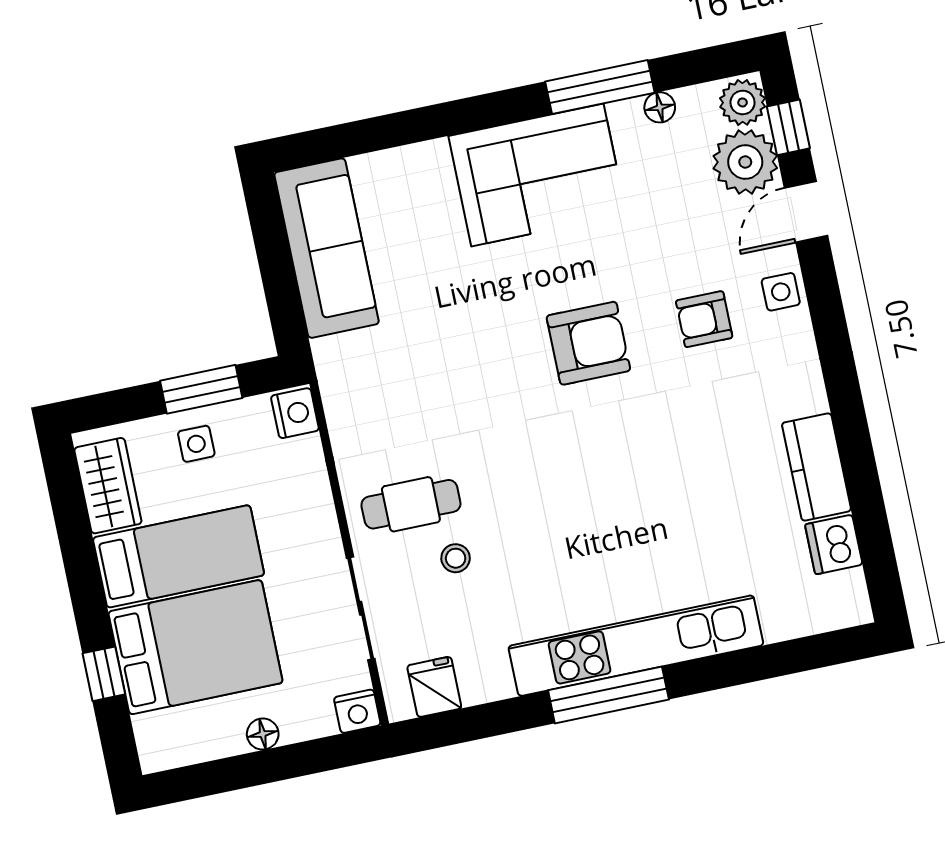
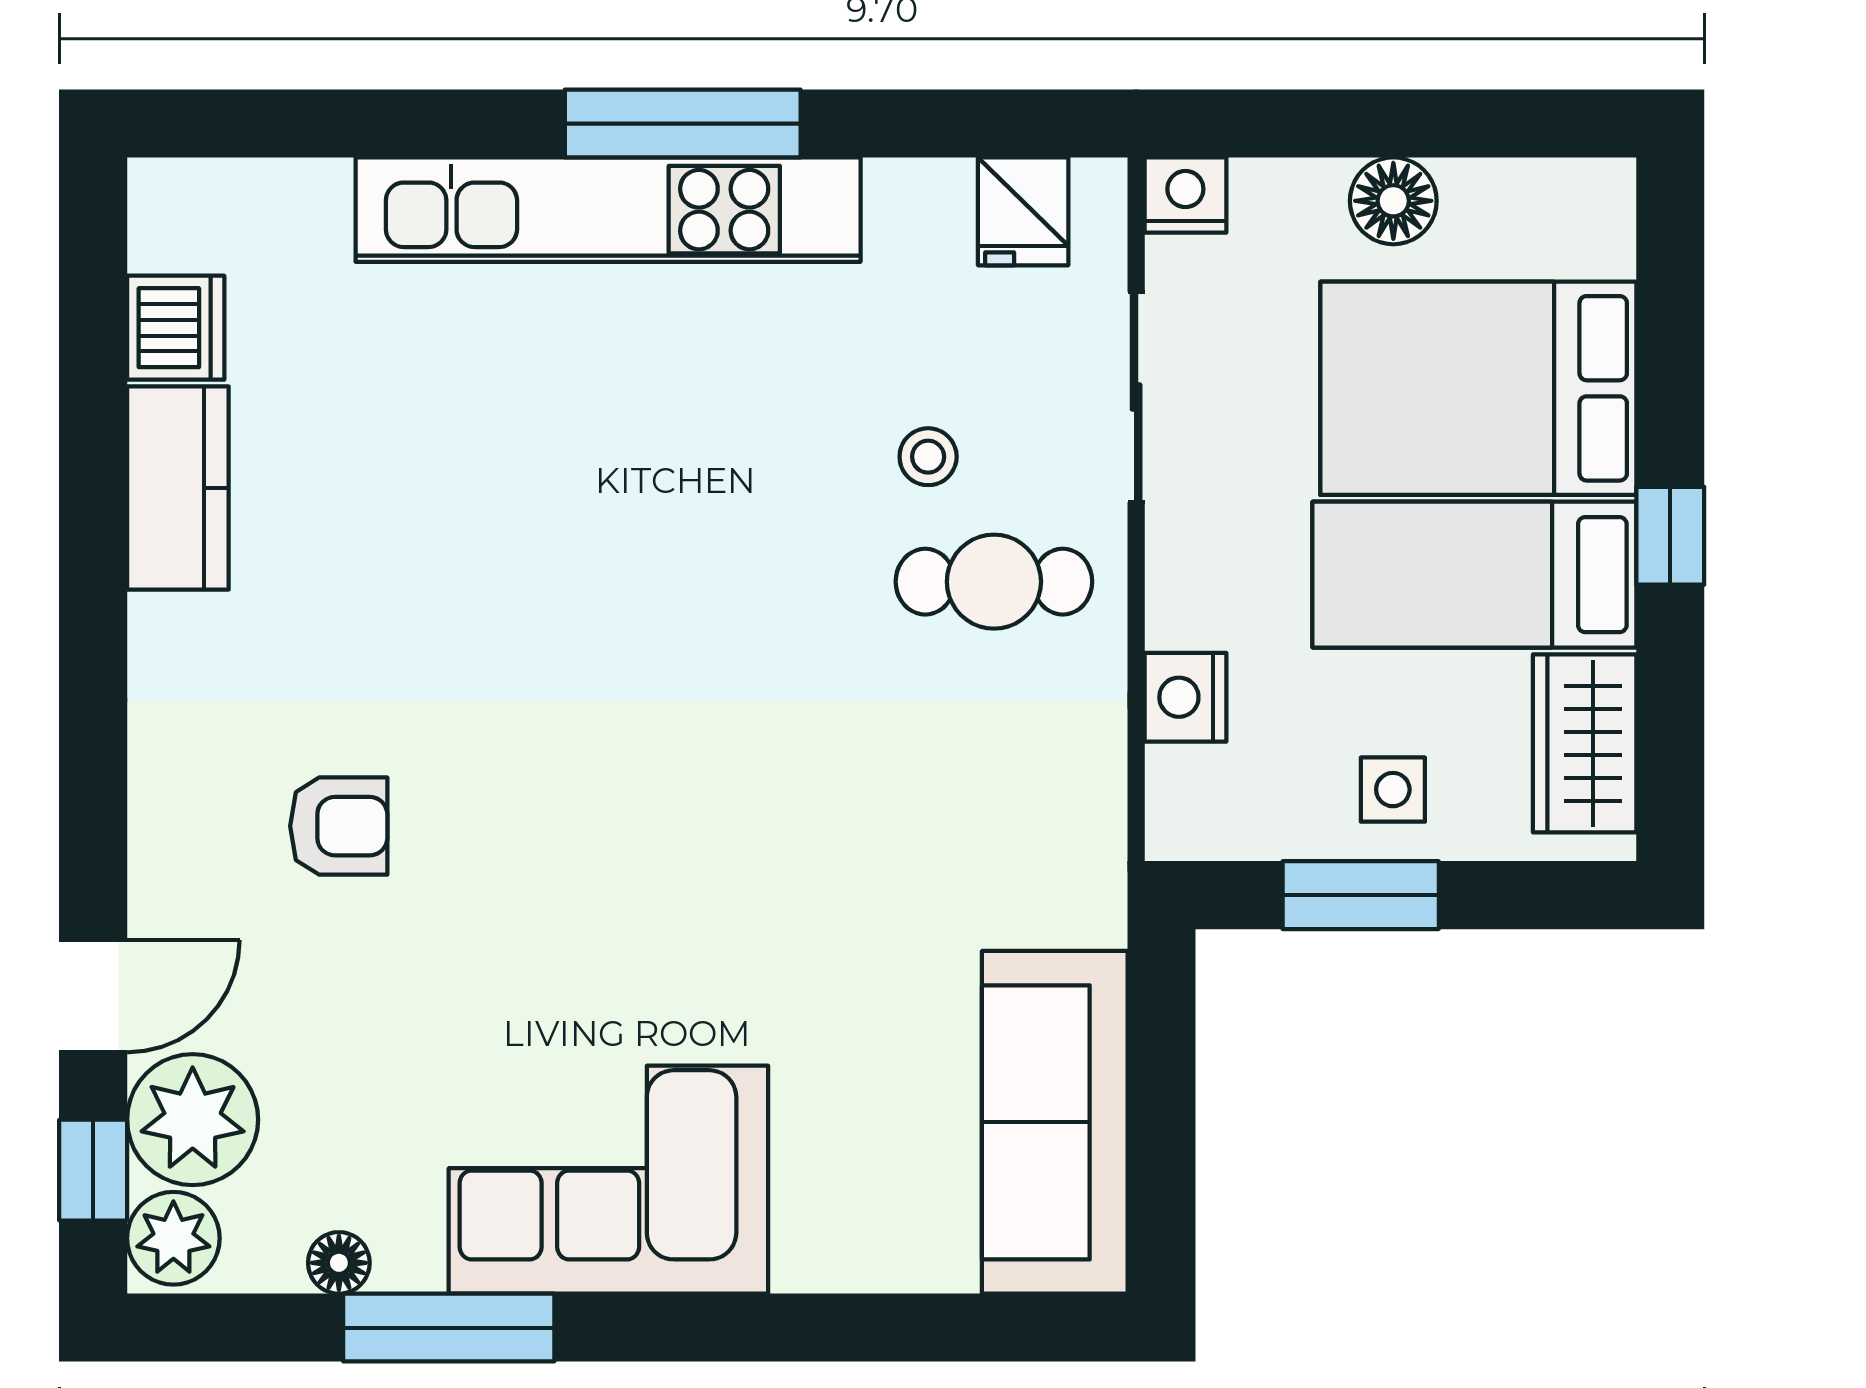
side table: (781, 292) -> (176, 849), removed
armchair: (588, 343) -> (577, 826), removed
nightstand: (295, 413) -> (1185, 697), moved
window: (104, 674) -> (1670, 536), moved
floor lamp: (263, 734) -> (1393, 201), width x1.37, depth x1.37

